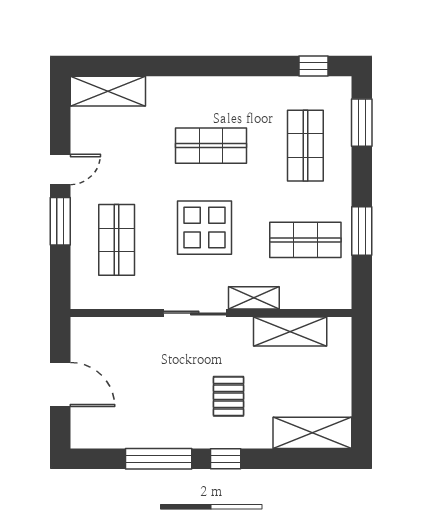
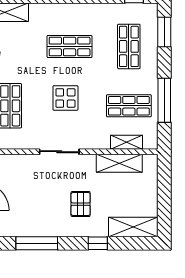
display table: (204, 228) -> (65, 98), width x0.73, depth x0.73
window: (362, 231) -> (164, 100), width x1.44
shelving: (254, 298) -> (126, 142), moved
window: (226, 459) -> (98, 243), moved

